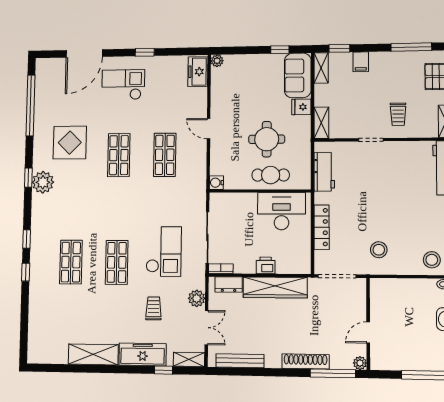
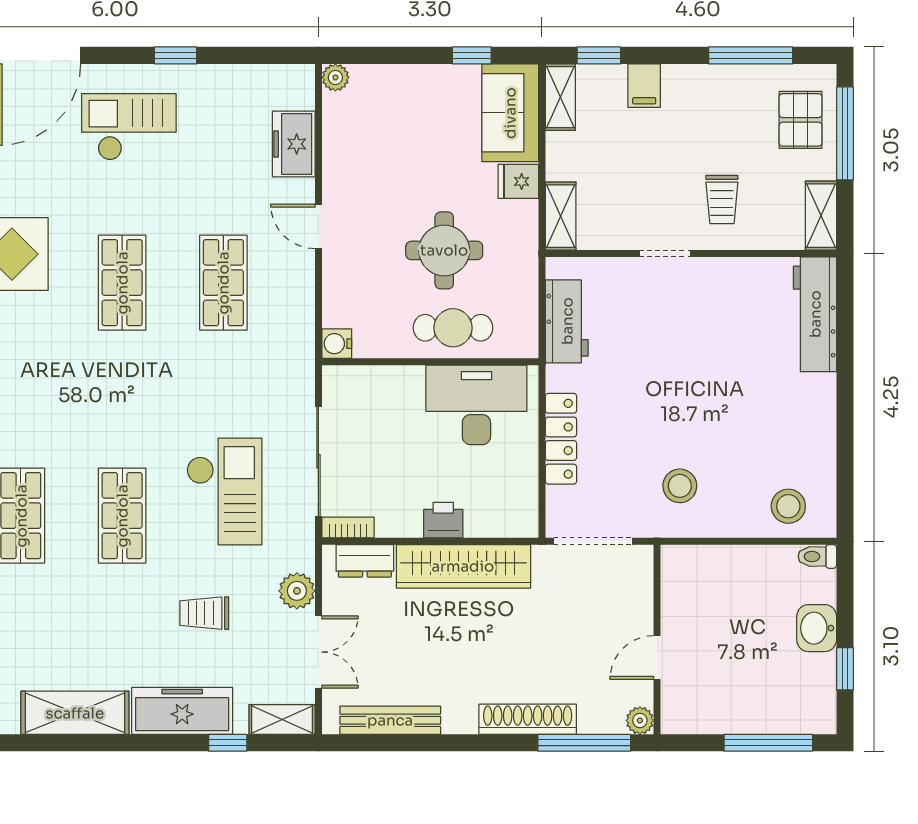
freezer: (198, 72) -> (294, 144), moved
trolley: (154, 308) -> (204, 613), turned -90

